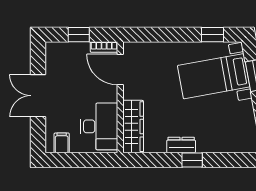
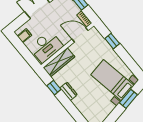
window: (212, 35) -> (112, 41), moved
door: (120, 70) -> (80, 35), hinge flipped
window: (192, 160) -> (54, 88), moved

